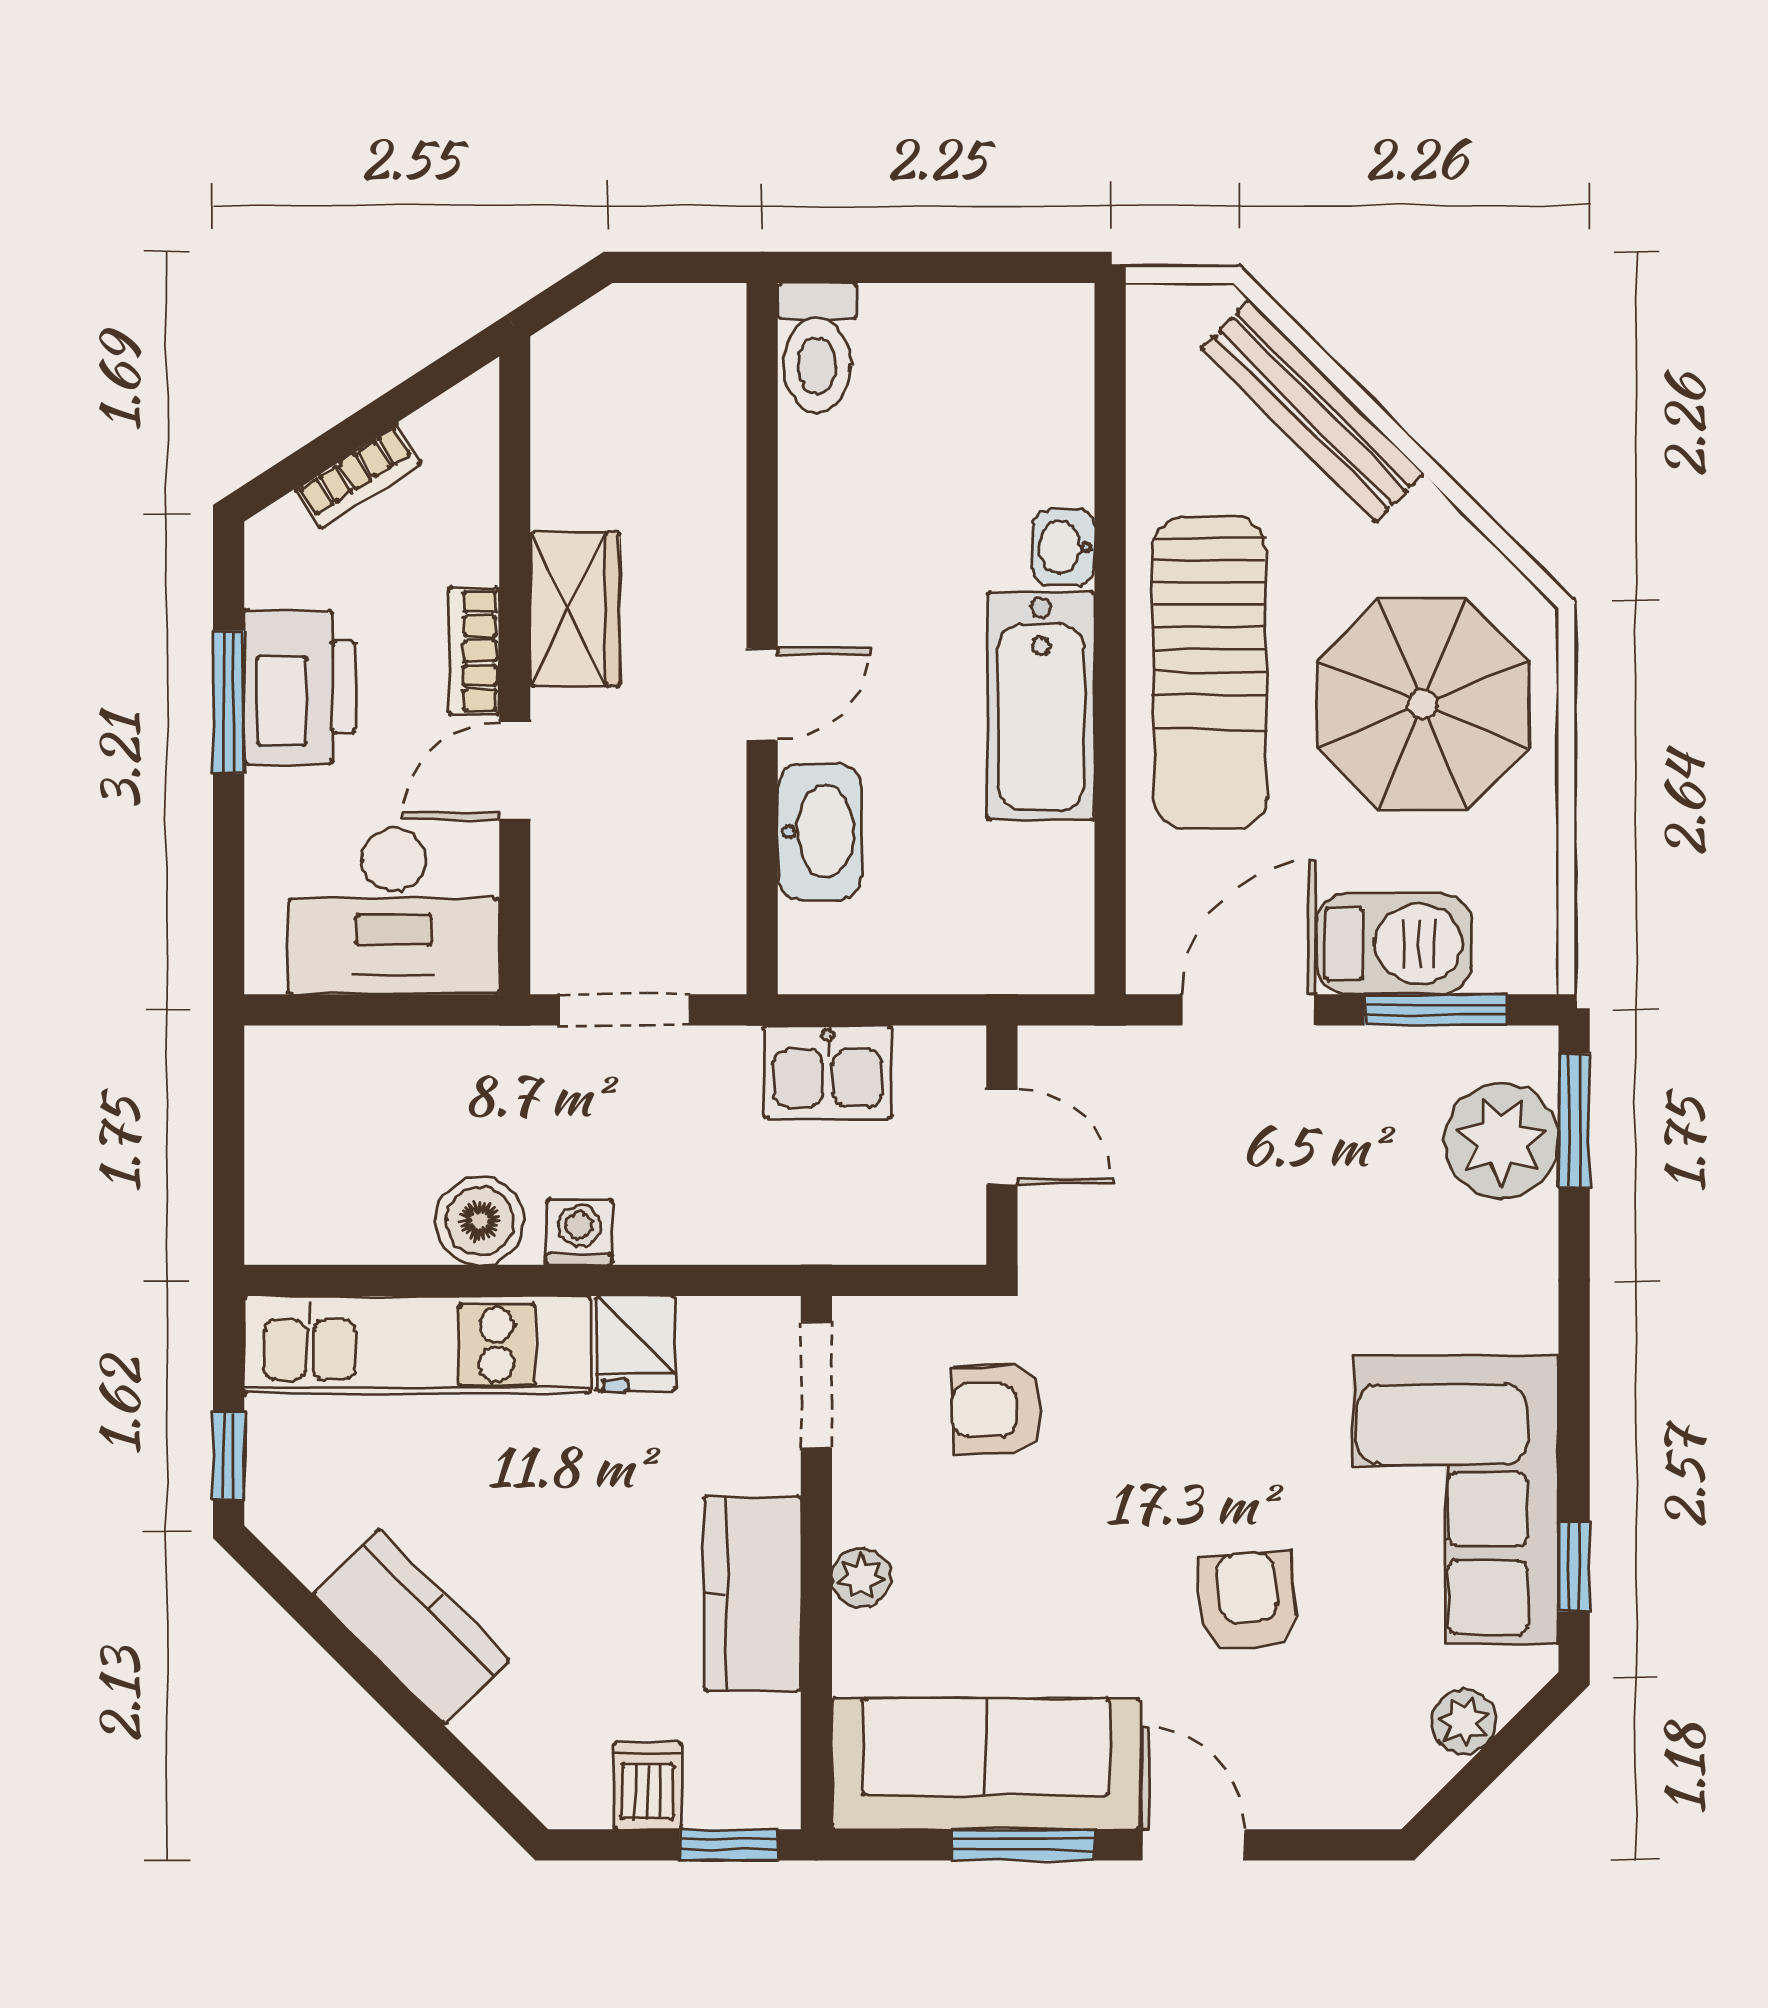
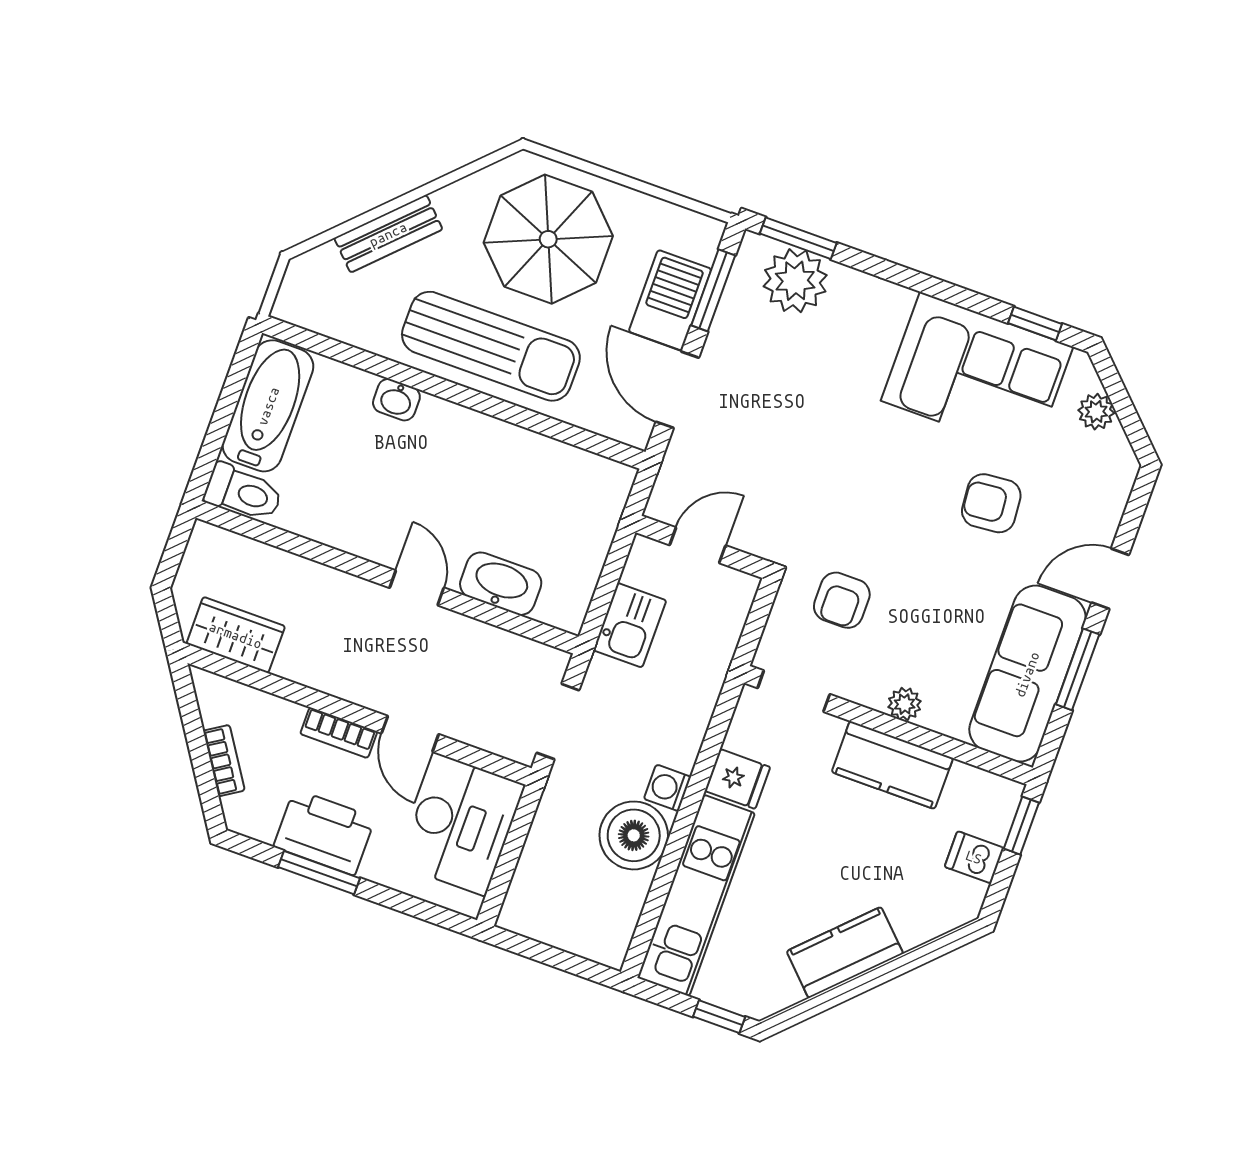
bench: (1312, 411) -> (388, 234), width x0.73
wardrobe: (575, 609) -> (236, 635), moved
bathtub: (1041, 706) -> (268, 406), moved, turned -90
boiler: (480, 1221) -> (634, 835), width x1.37, depth x1.37

